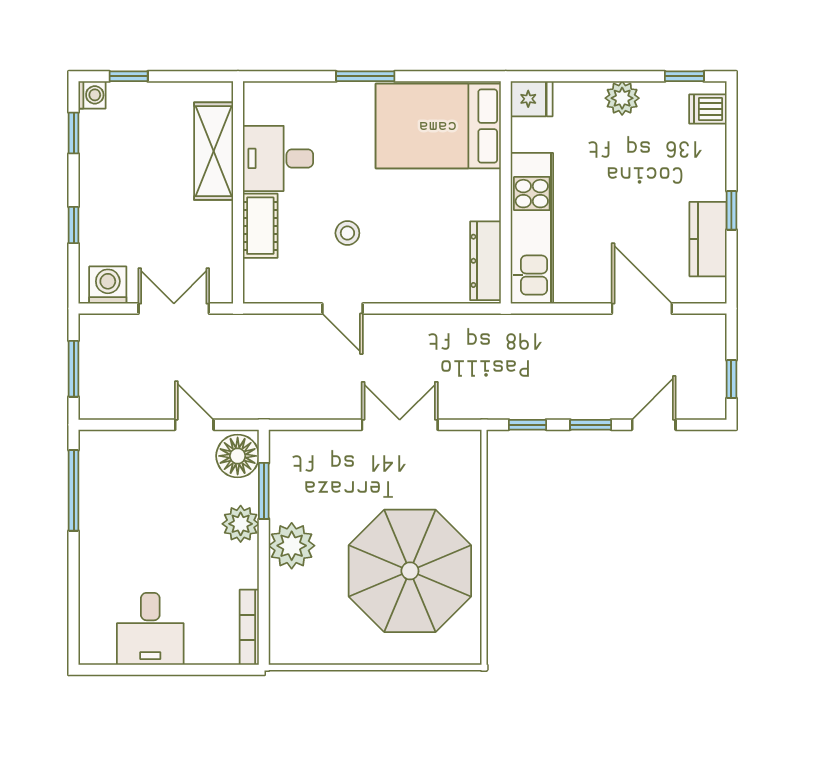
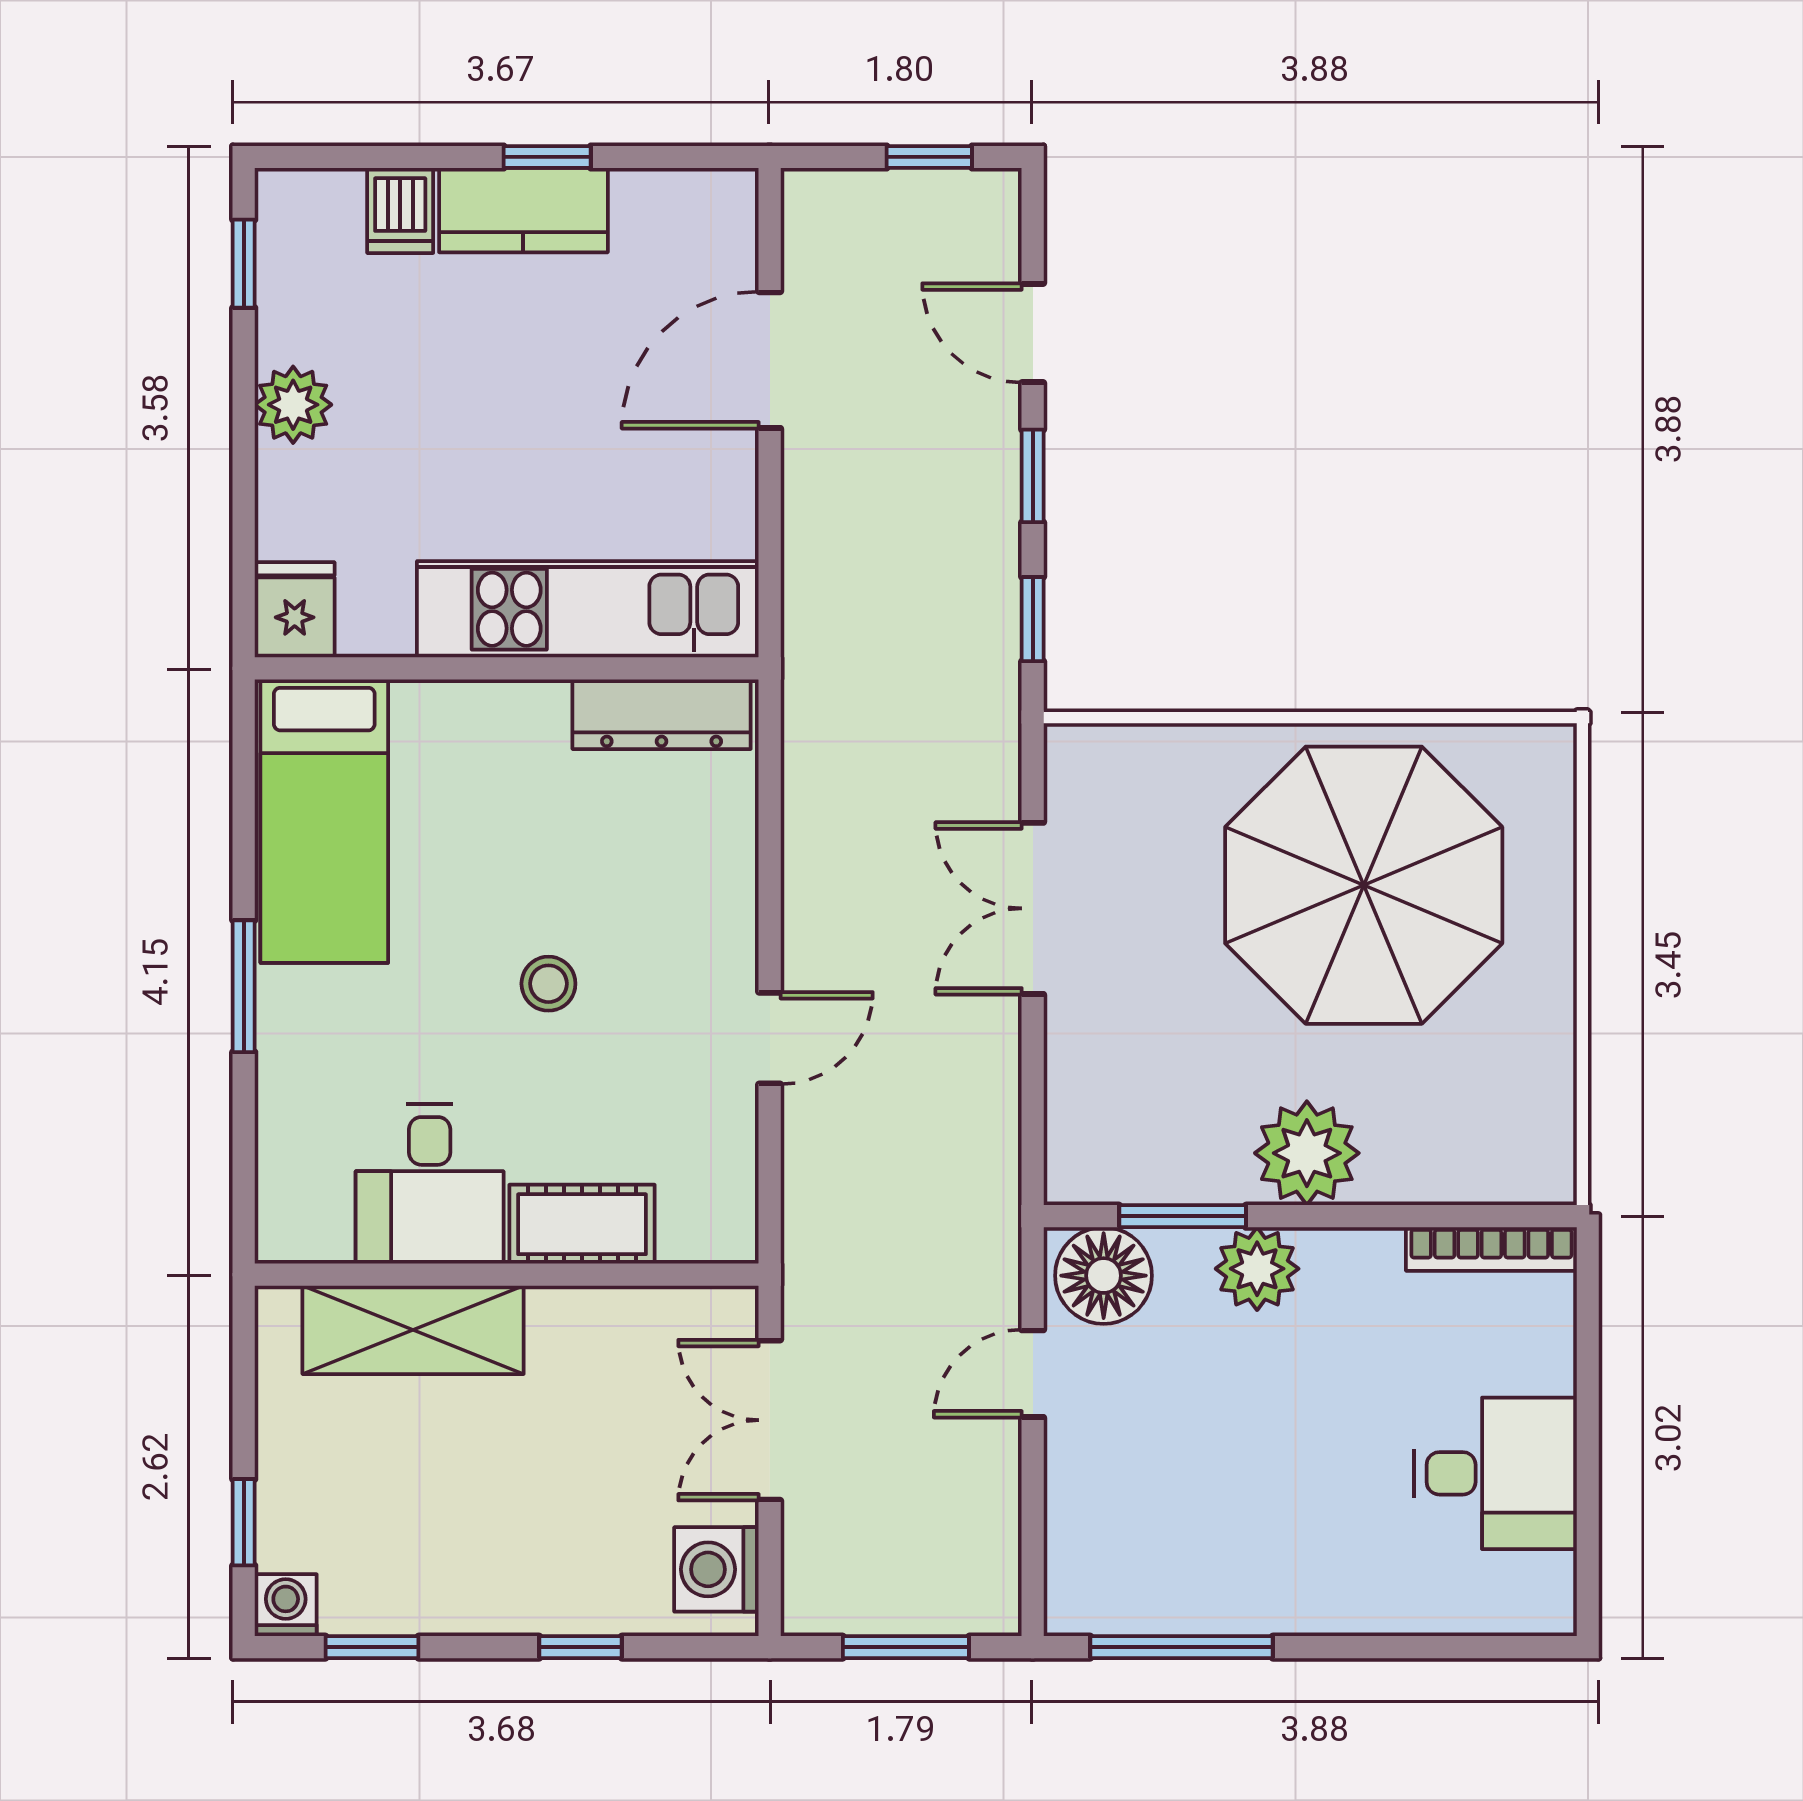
dishwasher: (708, 109) -> (400, 210), moved
bed: (438, 126) -> (324, 821), width x0.67
stool: (347, 233) -> (548, 984), moved
kitchen counter: (708, 239) -> (523, 210), moved

